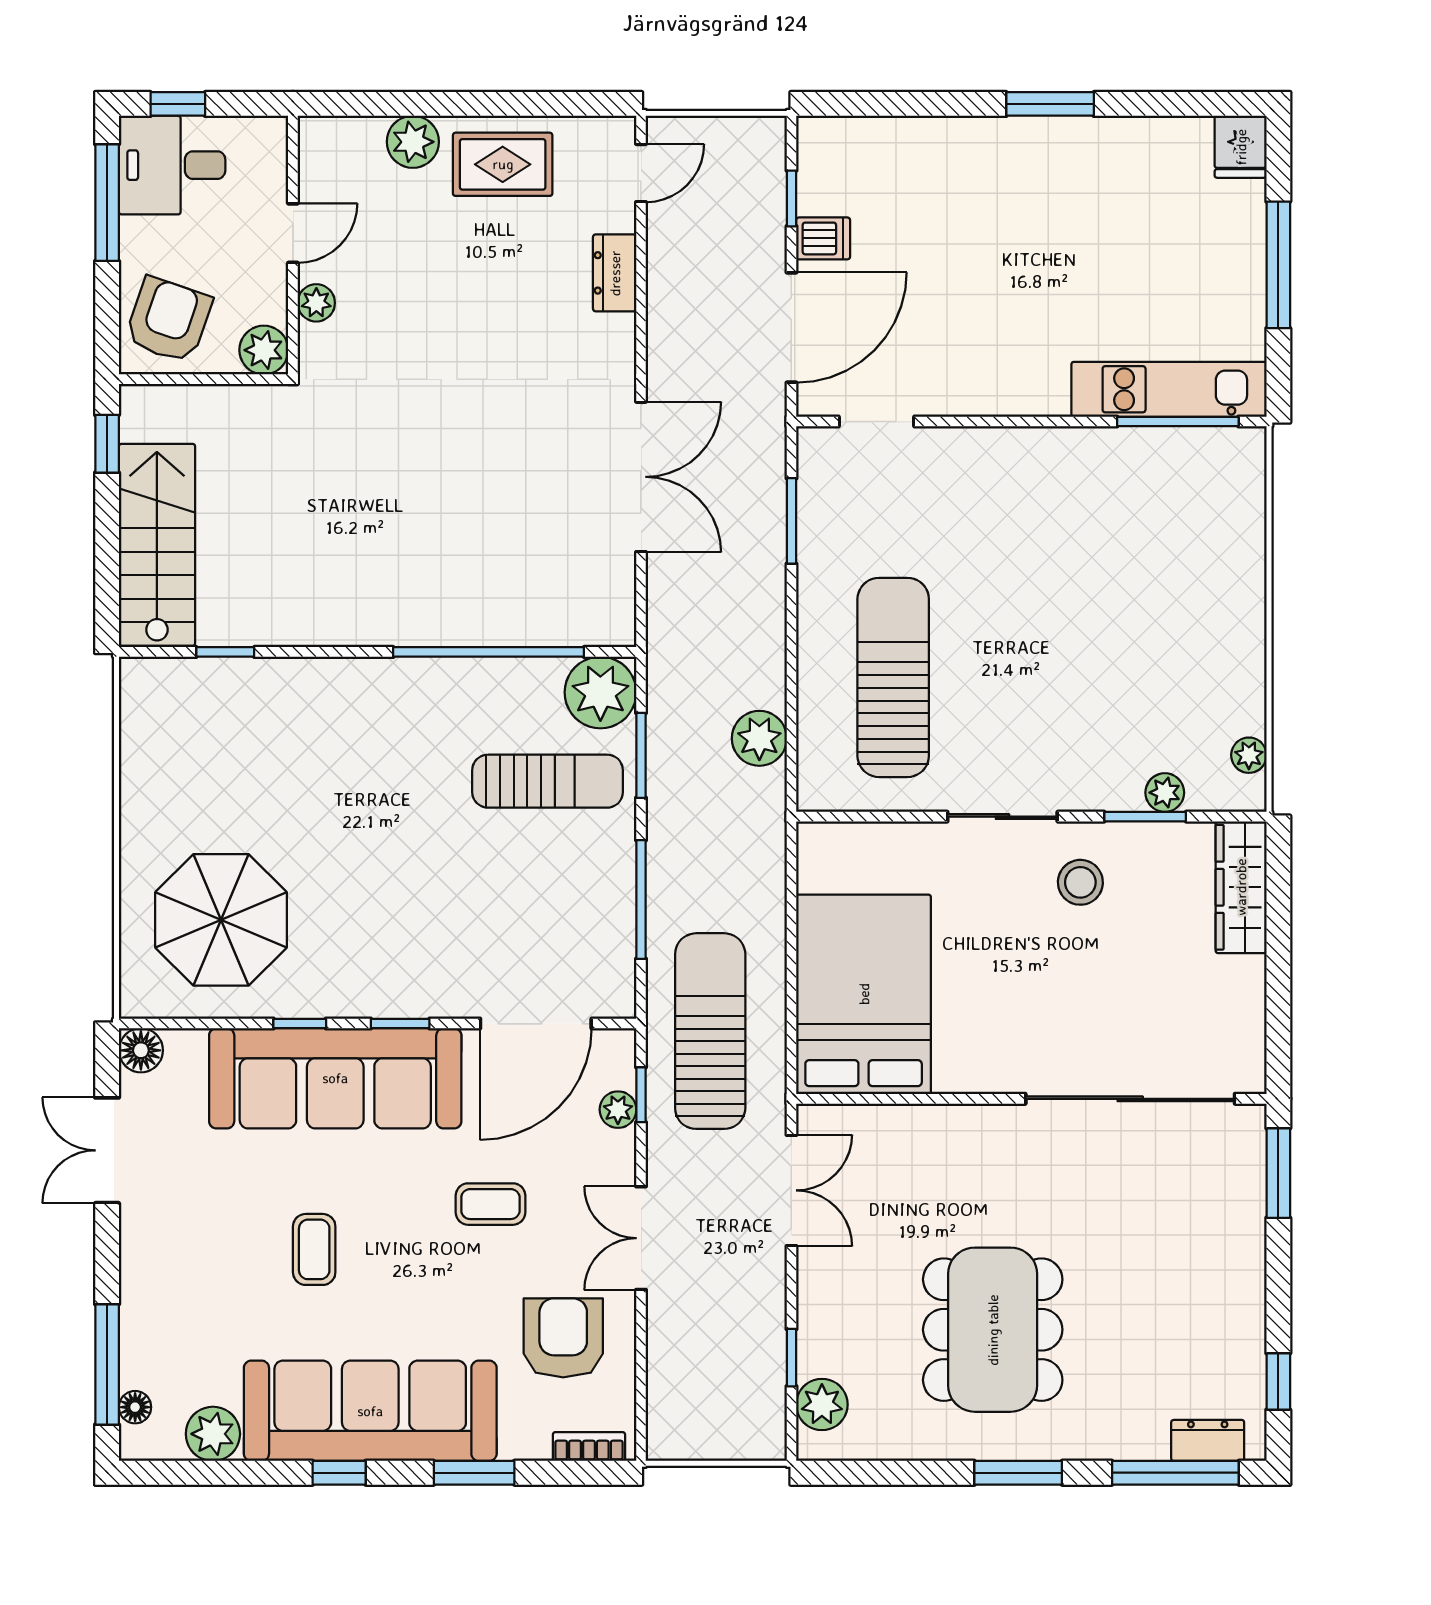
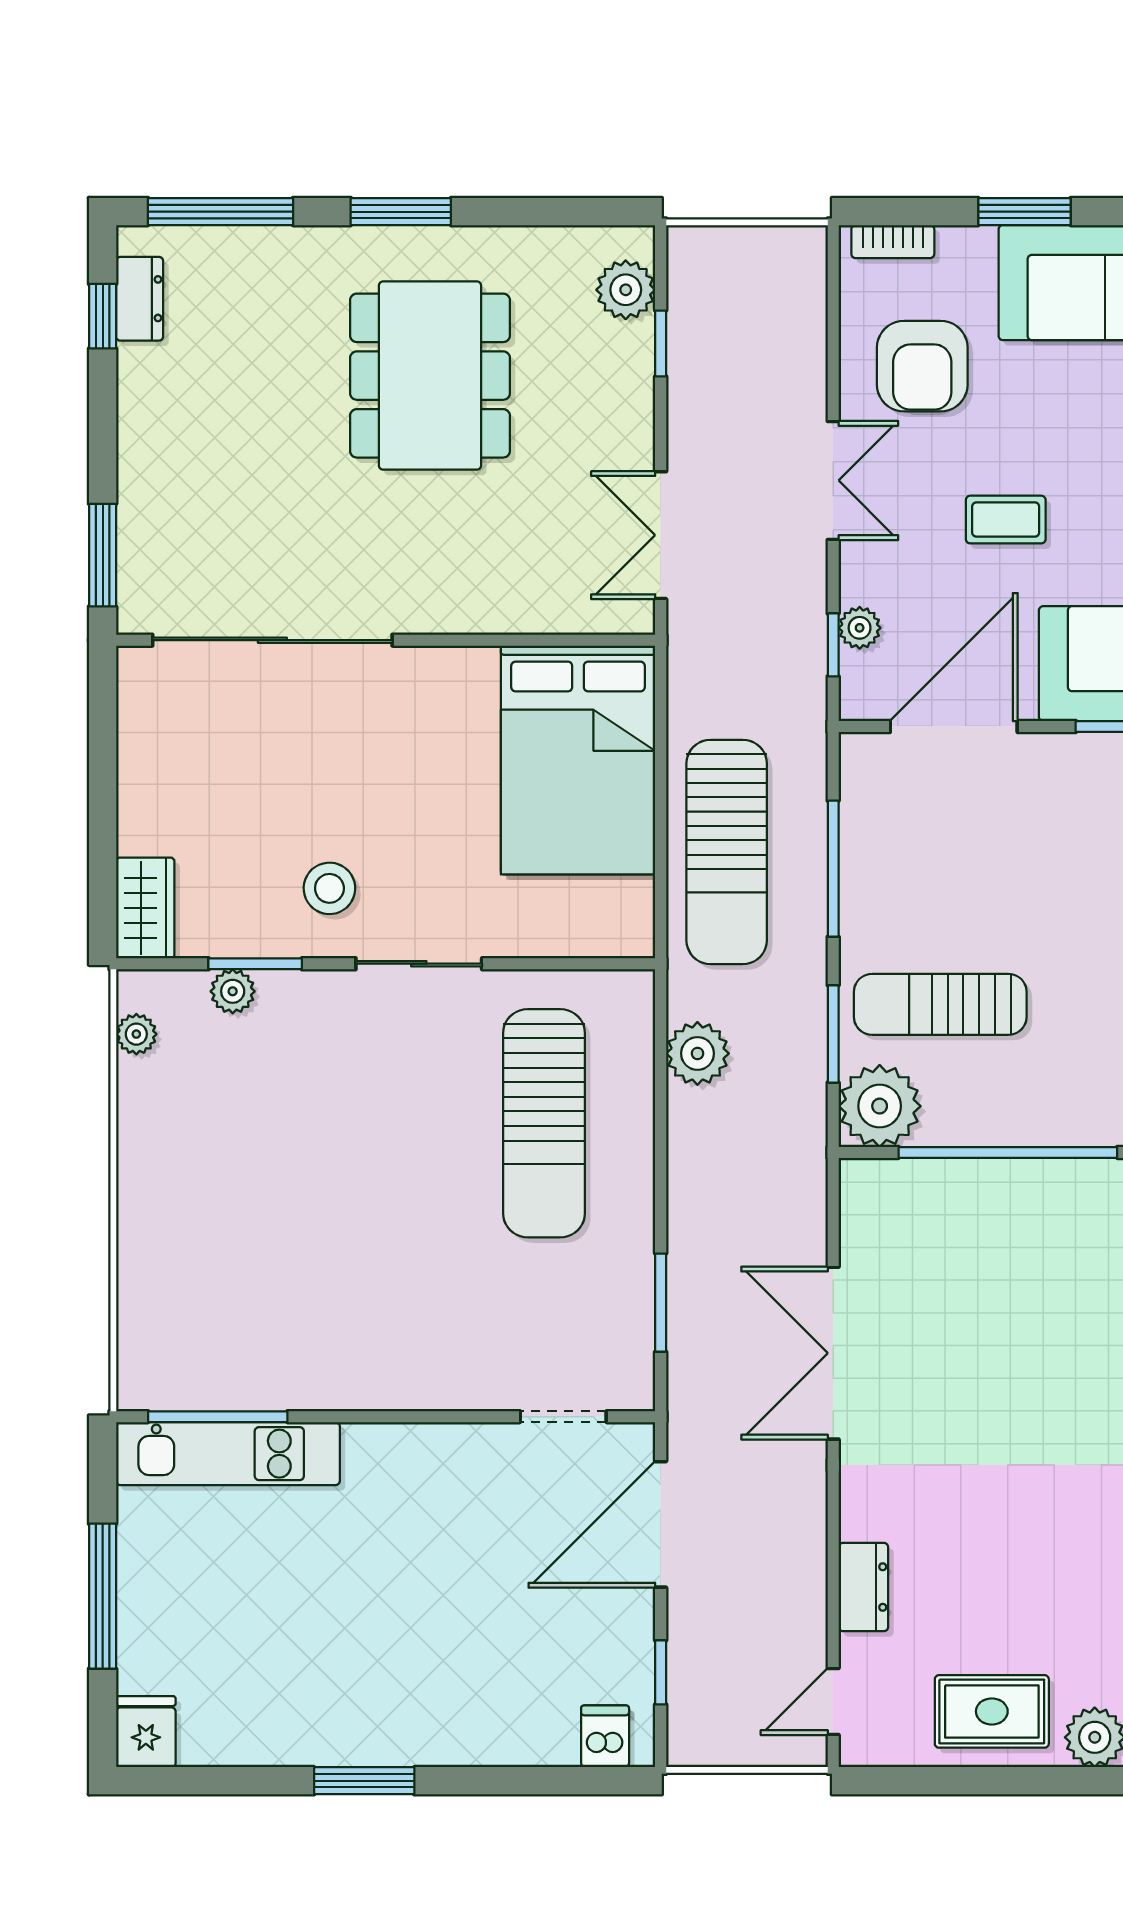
dishwasher: (823, 238) -> (605, 1736), moved, turned 90
wardrobe: (1241, 887) -> (145, 908), width x0.67
sun lounger: (710, 1031) -> (727, 852), moved
dresser: (1208, 1440) -> (140, 299), moved, turned -90

